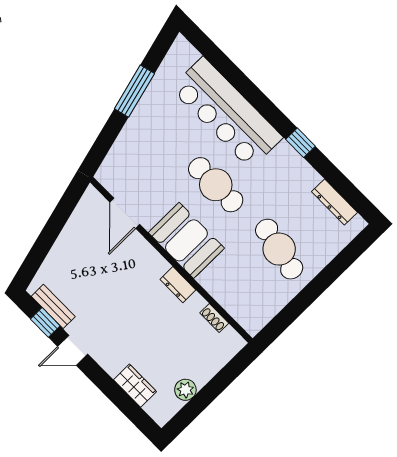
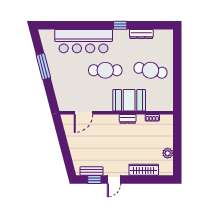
dresser: (335, 202) -> (141, 34), moved
door: (125, 213) -> (83, 113), hinge flipped
booth: (186, 240) -> (129, 100), moved
wardrobe: (135, 386) -> (144, 170), width x1.50

